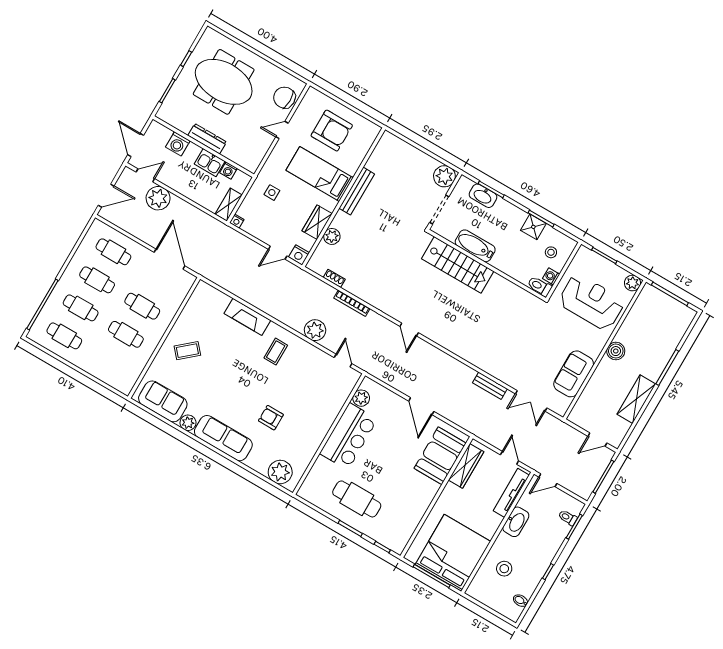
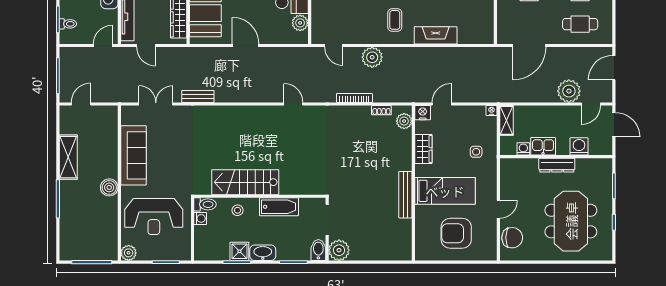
meeting table: (224, 82) -> (571, 221), turned 90
bidet: (463, 187) -> (318, 250), added
washbasin: (483, 196) -> (263, 253), moved
plant: (332, 236) -> (404, 121), moved
stool: (551, 252) -> (238, 210), moved
door: (169, 259) -> (529, 46), hinge flipped
stairs: (458, 265) -> (245, 182), moved
sofa: (574, 374) -> (133, 155), width x1.36

